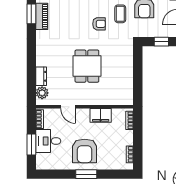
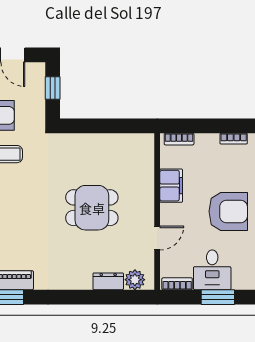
armchair: (99, 24) -> (24, 188), removed

